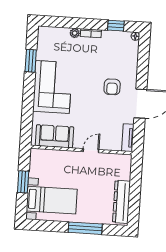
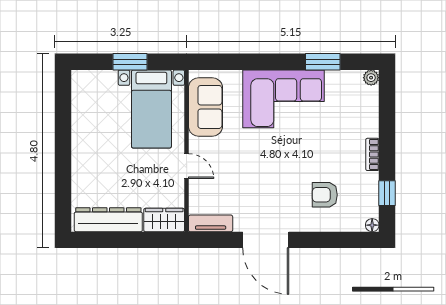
plant: (75, 33) -> (371, 78), moved
armchair: (112, 87) -> (325, 195), moved
wardrobe: (124, 167) -> (164, 220), added
bed with nightstands: (52, 200) -> (151, 109), moved
window: (85, 228) -> (63, 165), removed

